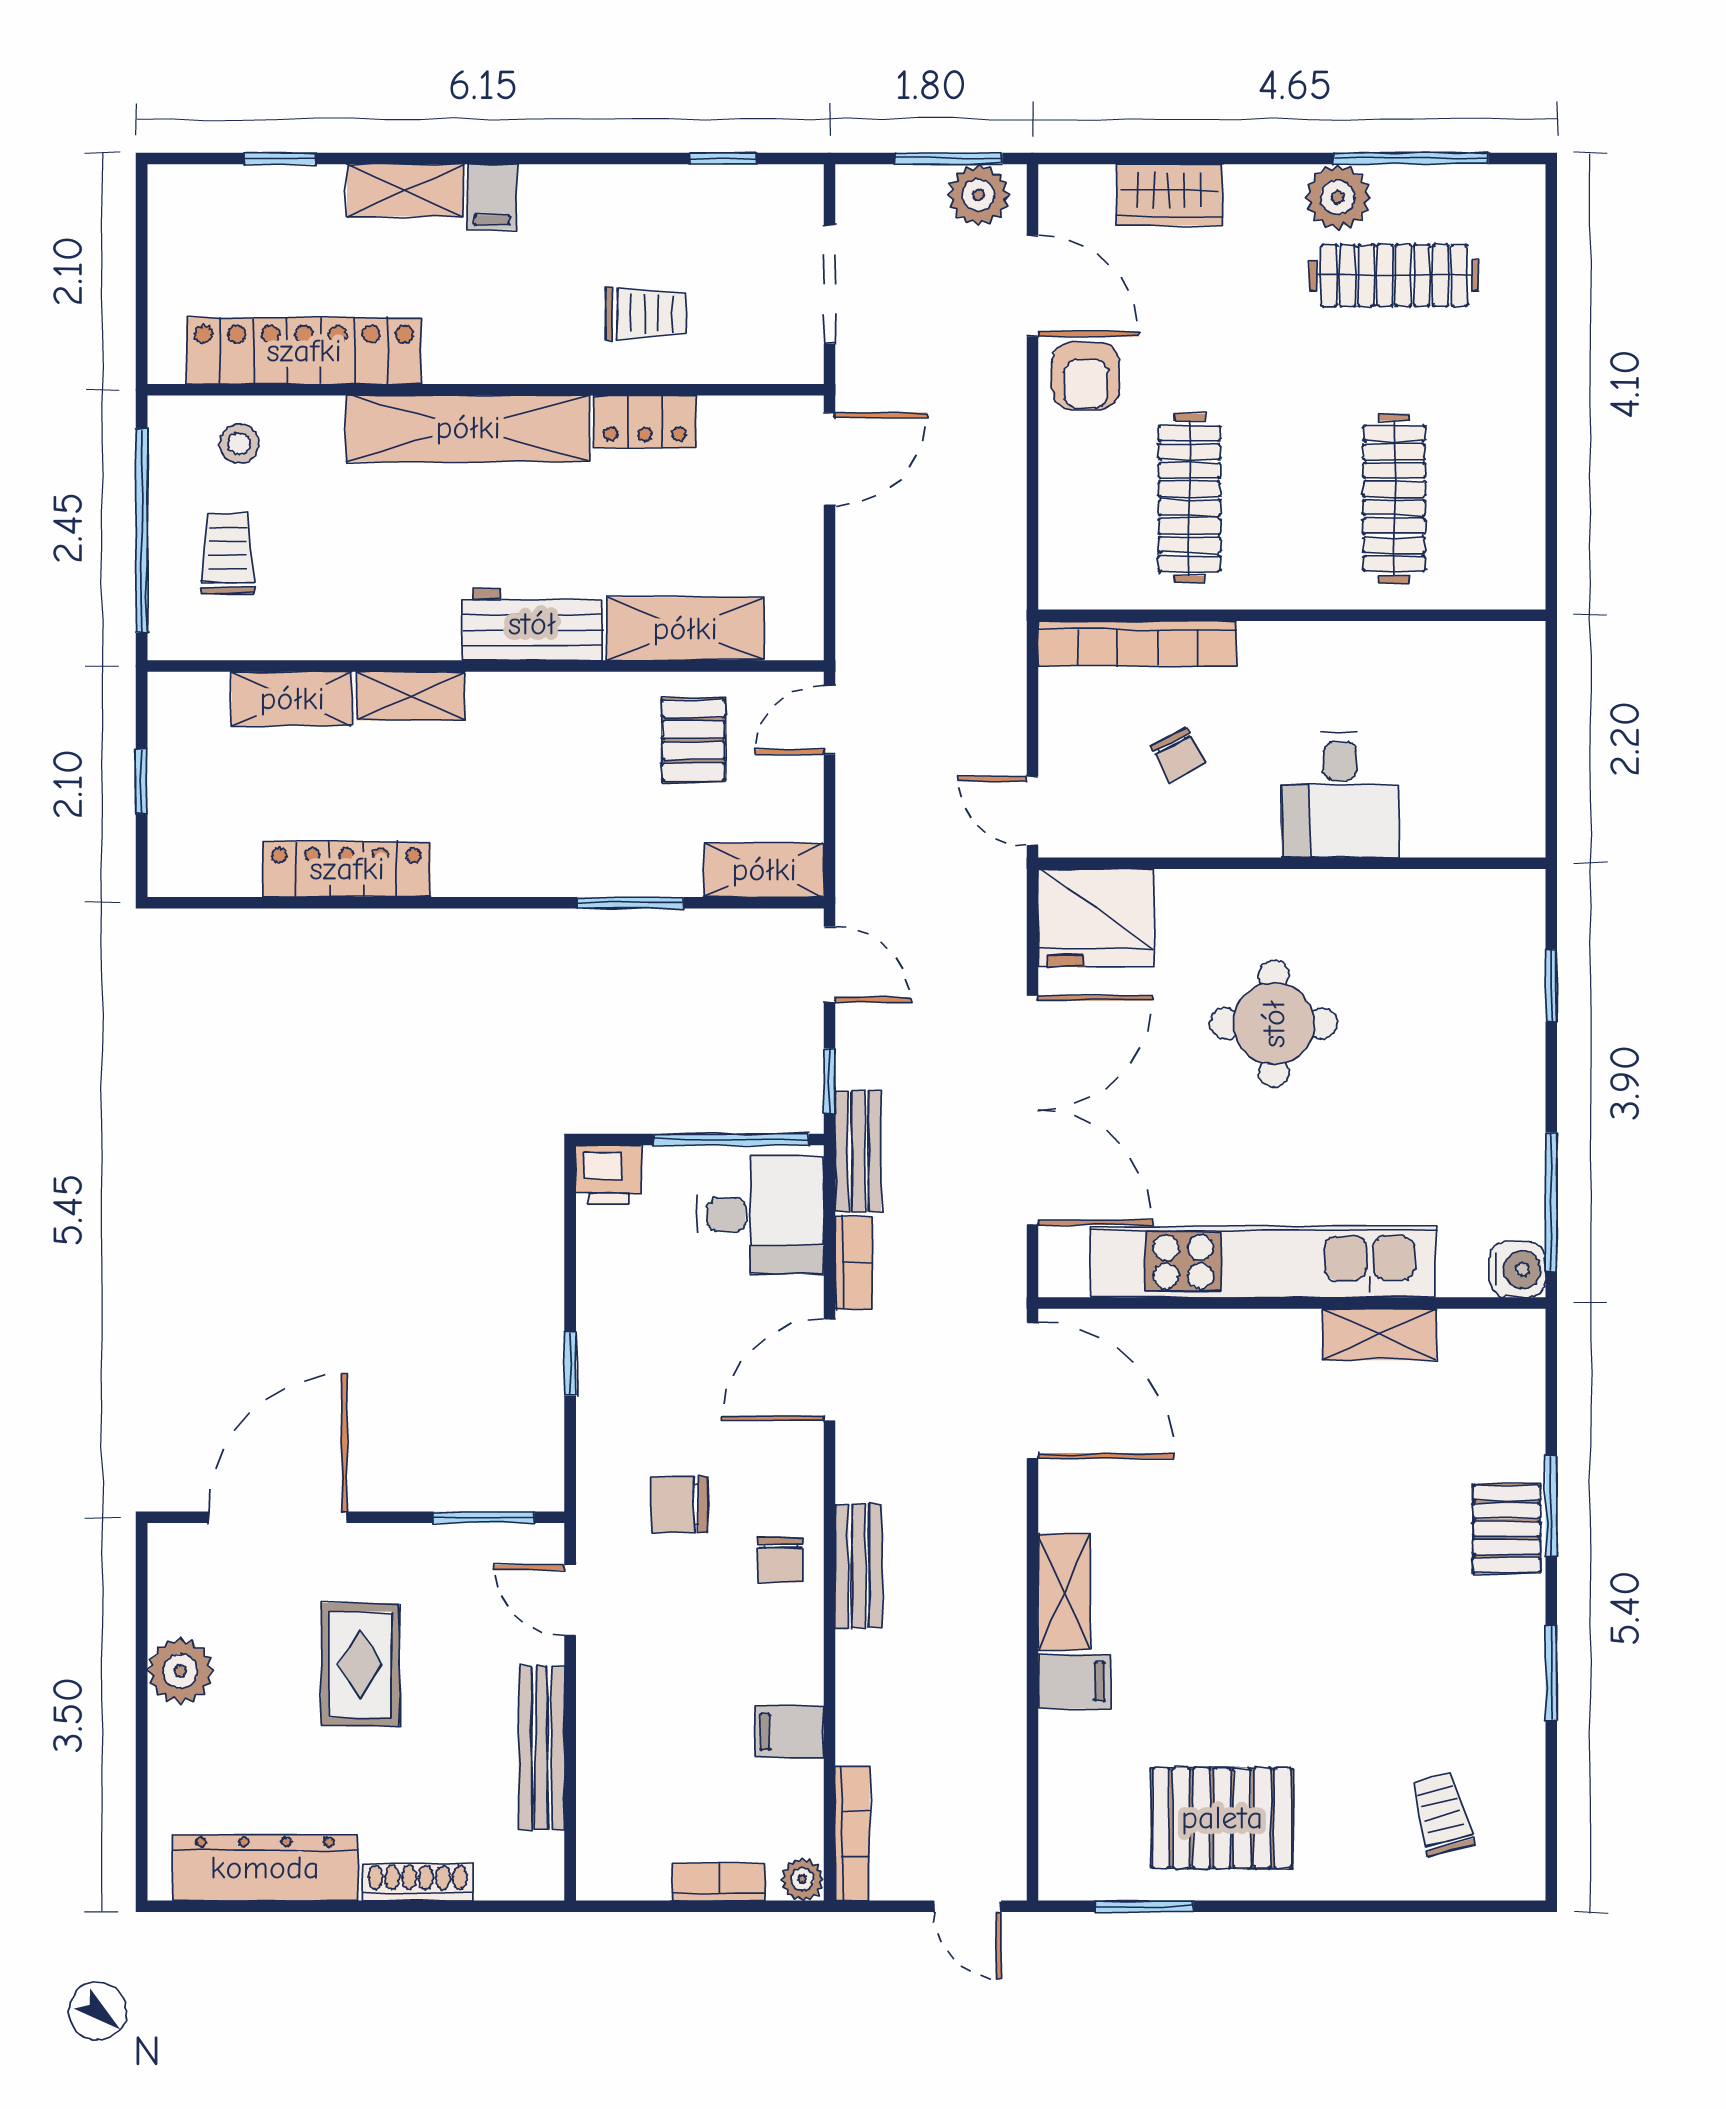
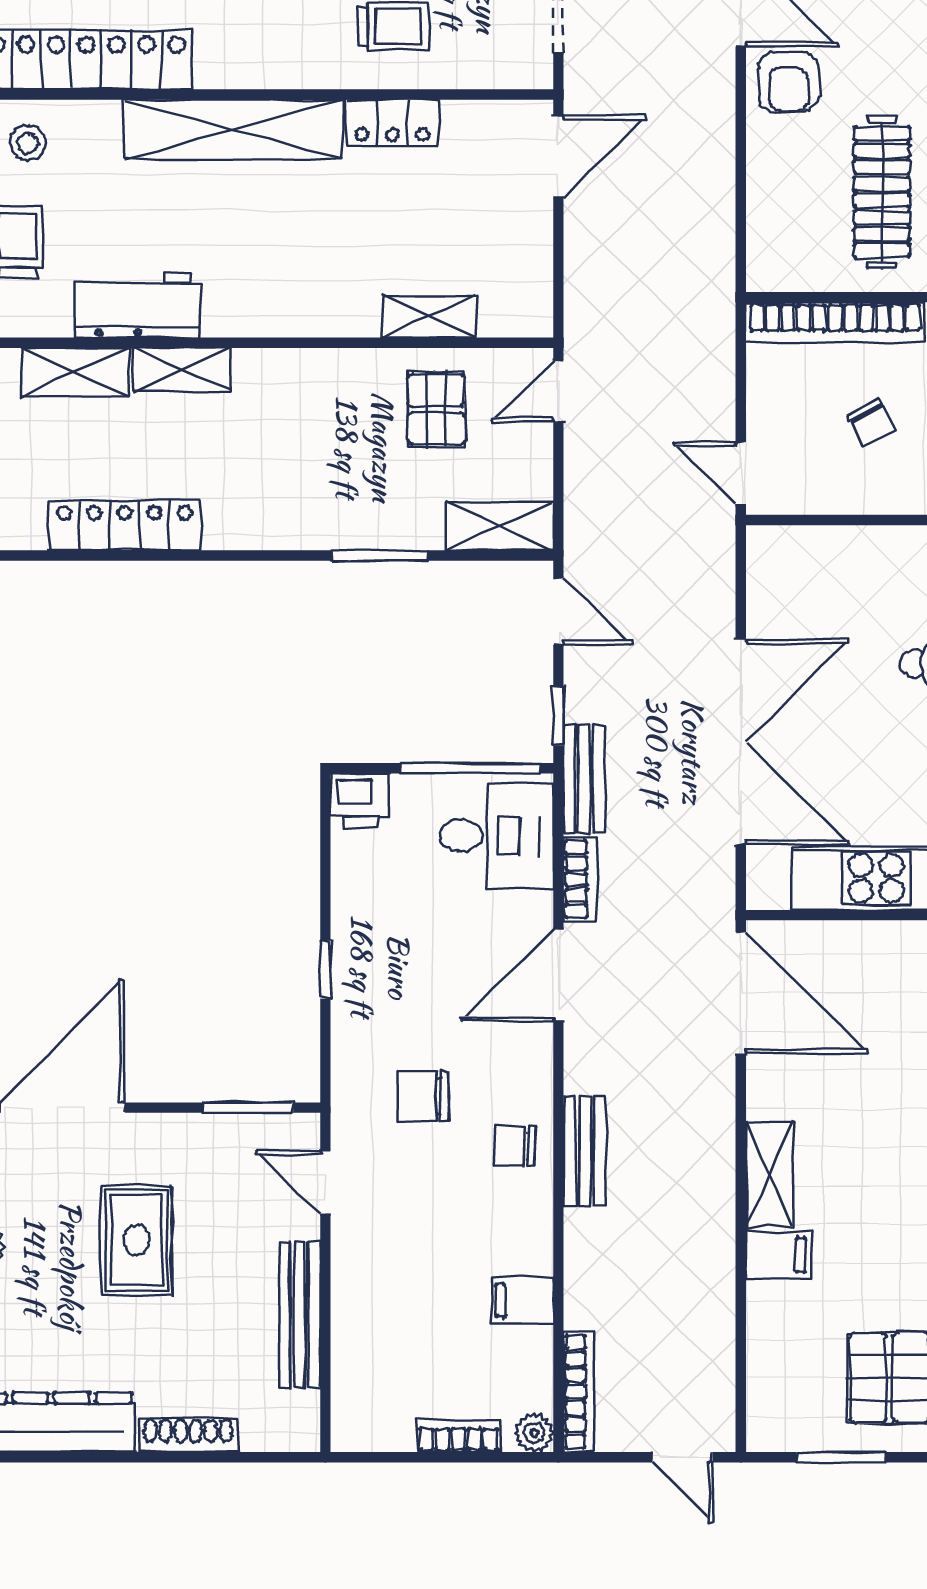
workbench: (532, 624) -> (137, 305), moved
shelving: (685, 629) -> (429, 316), width x0.67, depth x0.75
fridge: (1096, 918) -> (798, 569), removed
chair: (780, 1560) -> (514, 1146), turned 90

